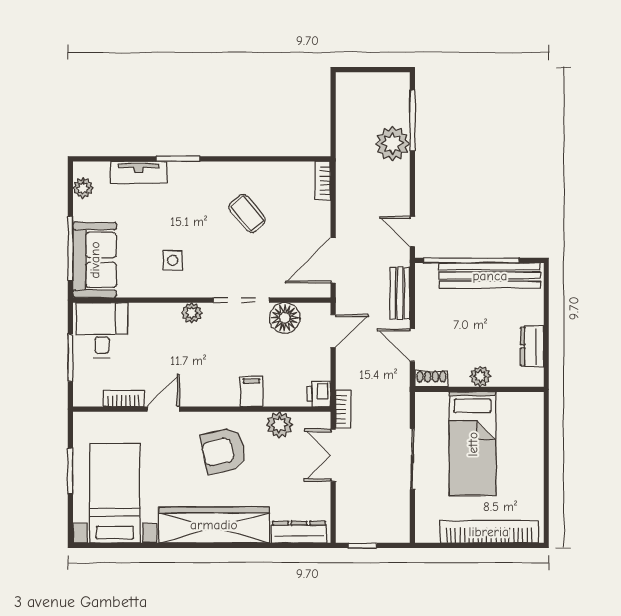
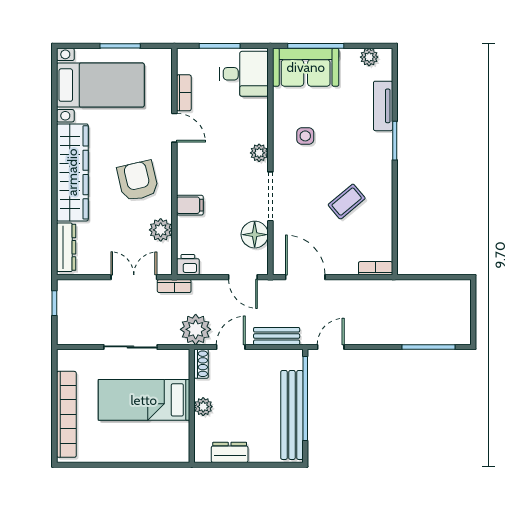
plant: (392, 144) -> (196, 329), moved

